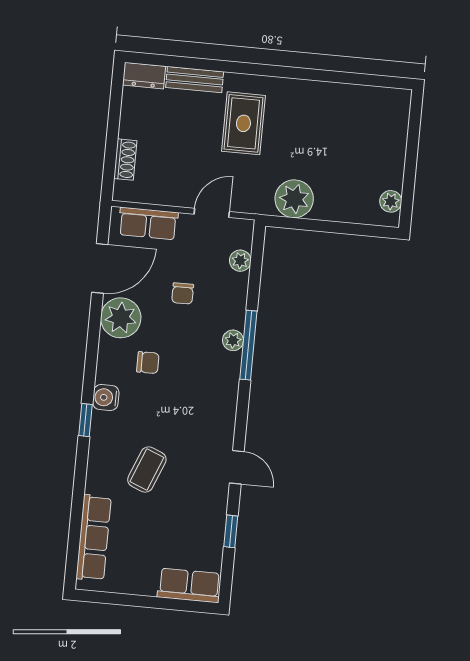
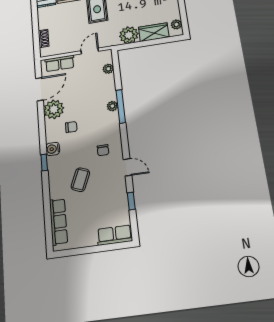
wardrobe: (343, 206) -> (154, 32), added
chair: (183, 293) -> (103, 150), moved

